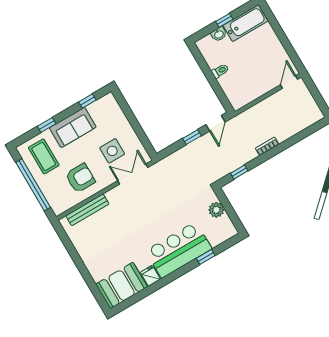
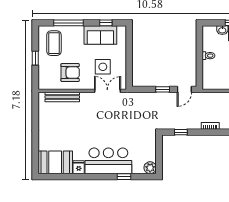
window: (47, 125) -> (68, 23), width x2.17
sofa: (73, 127) -> (100, 35), moved
window: (33, 185) -> (35, 58), width x0.32
plant: (216, 210) -> (150, 168), moved

